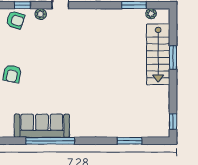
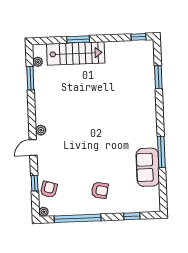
plant: (41, 14) -> (41, 130), moved
sofa: (42, 126) -> (148, 167), width x0.73
window: (50, 141) -> (161, 152), width x0.68

